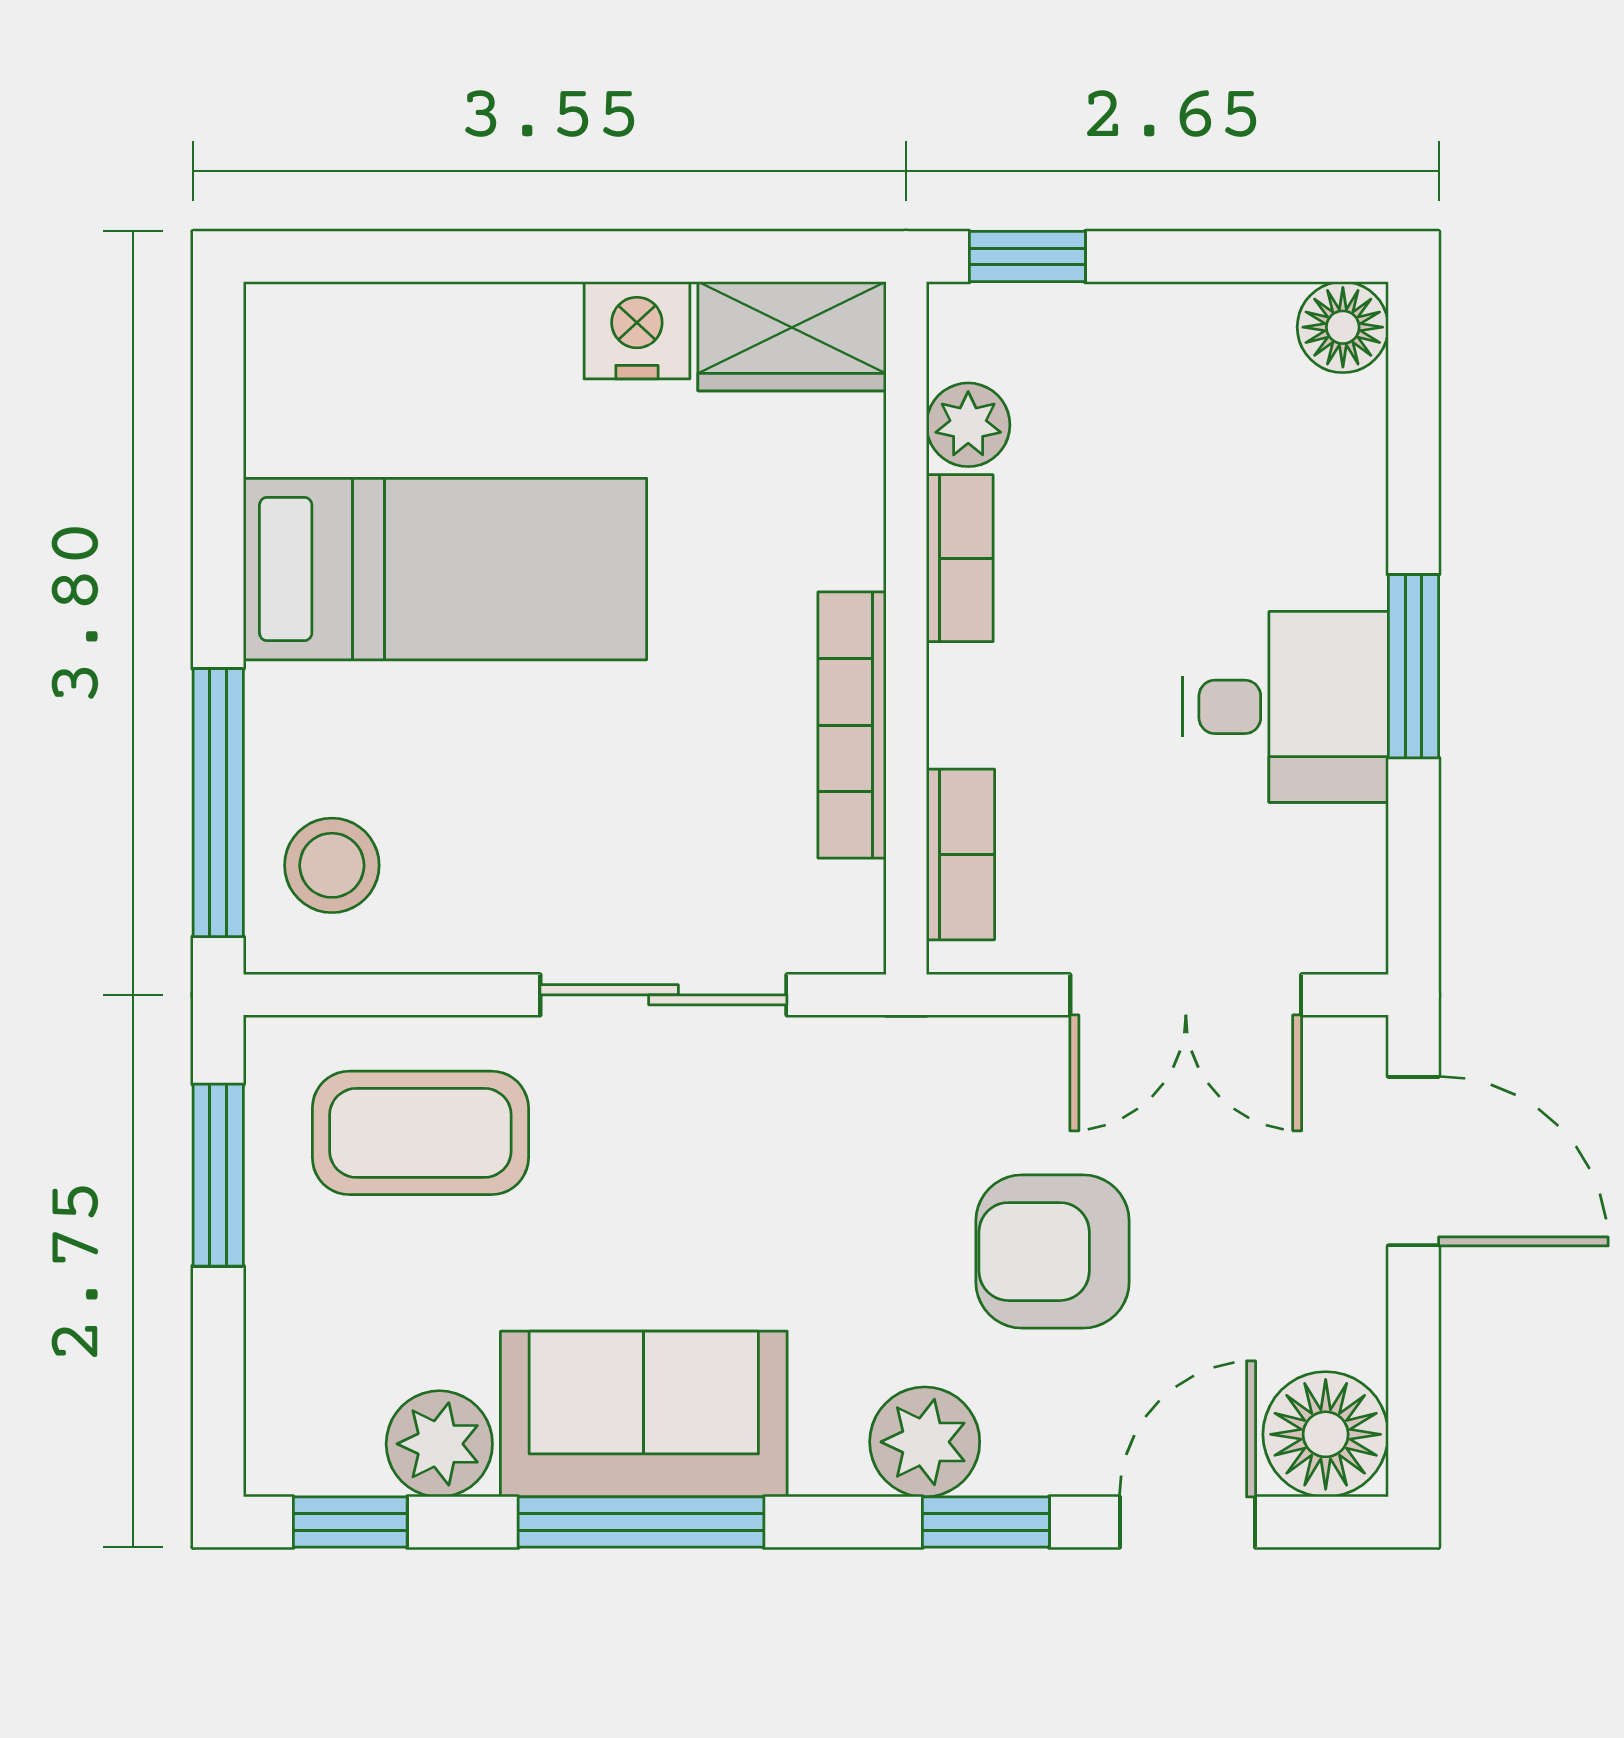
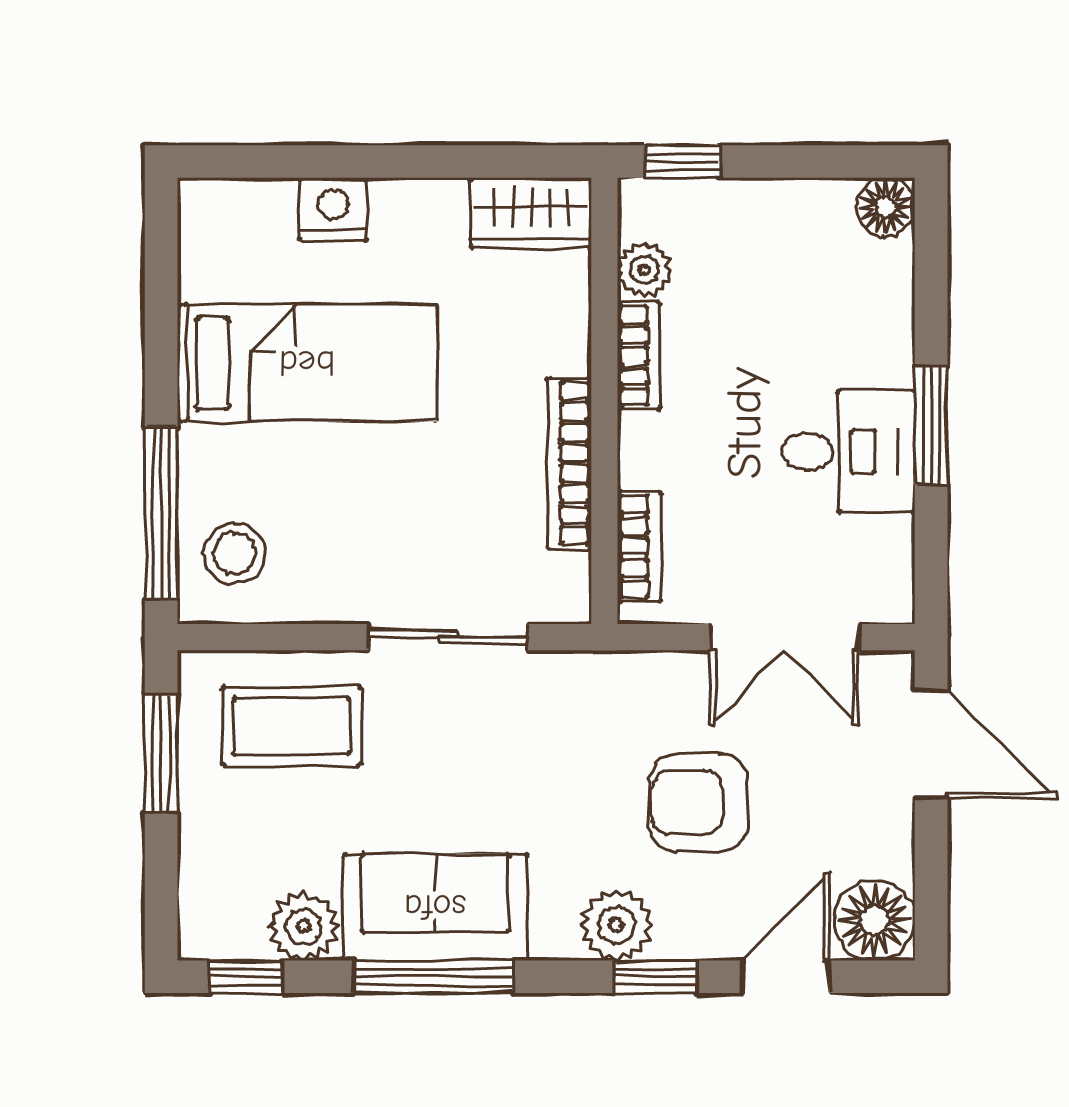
nightstand: (637, 330) -> (333, 209), moved

